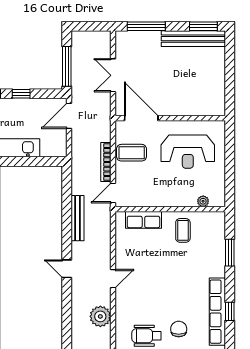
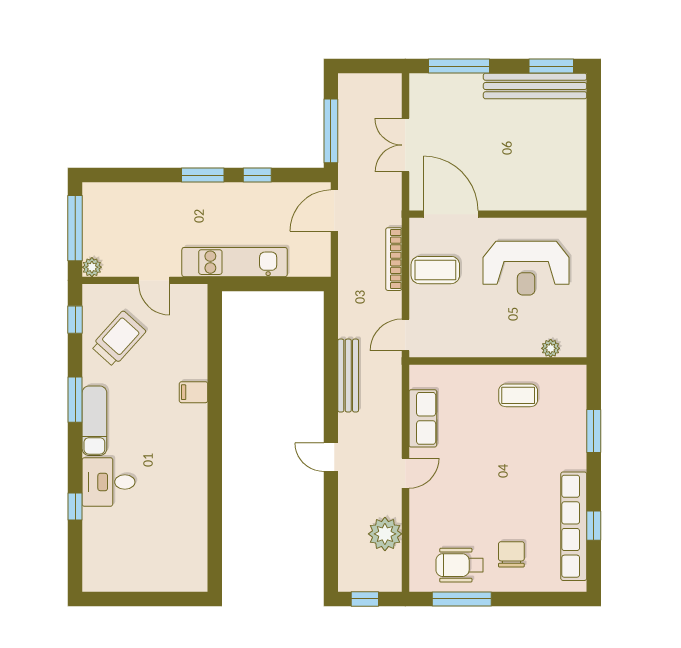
bookcase: (106, 162) -> (394, 259), moved
row of seats: (143, 220) -> (423, 418), moved, turned -90
coffee table: (183, 230) -> (518, 395), turned 90

